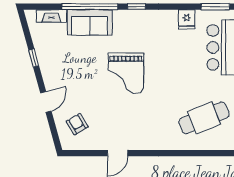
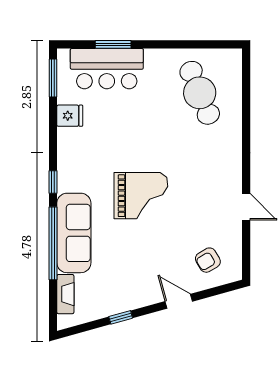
sofa: (90, 22) -> (74, 233), width x1.36

